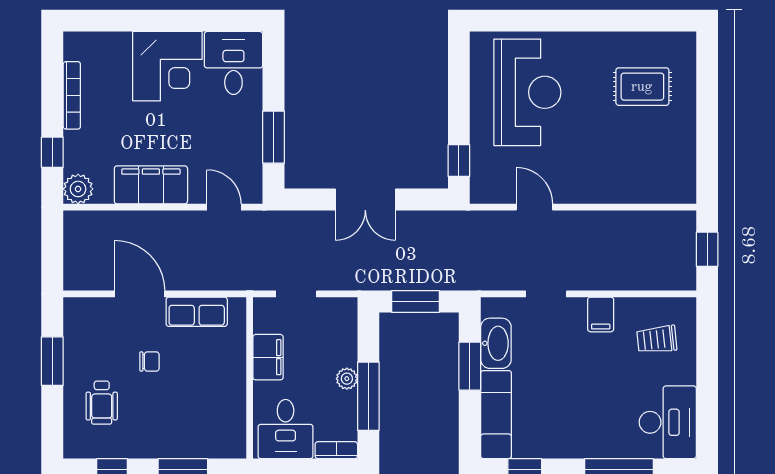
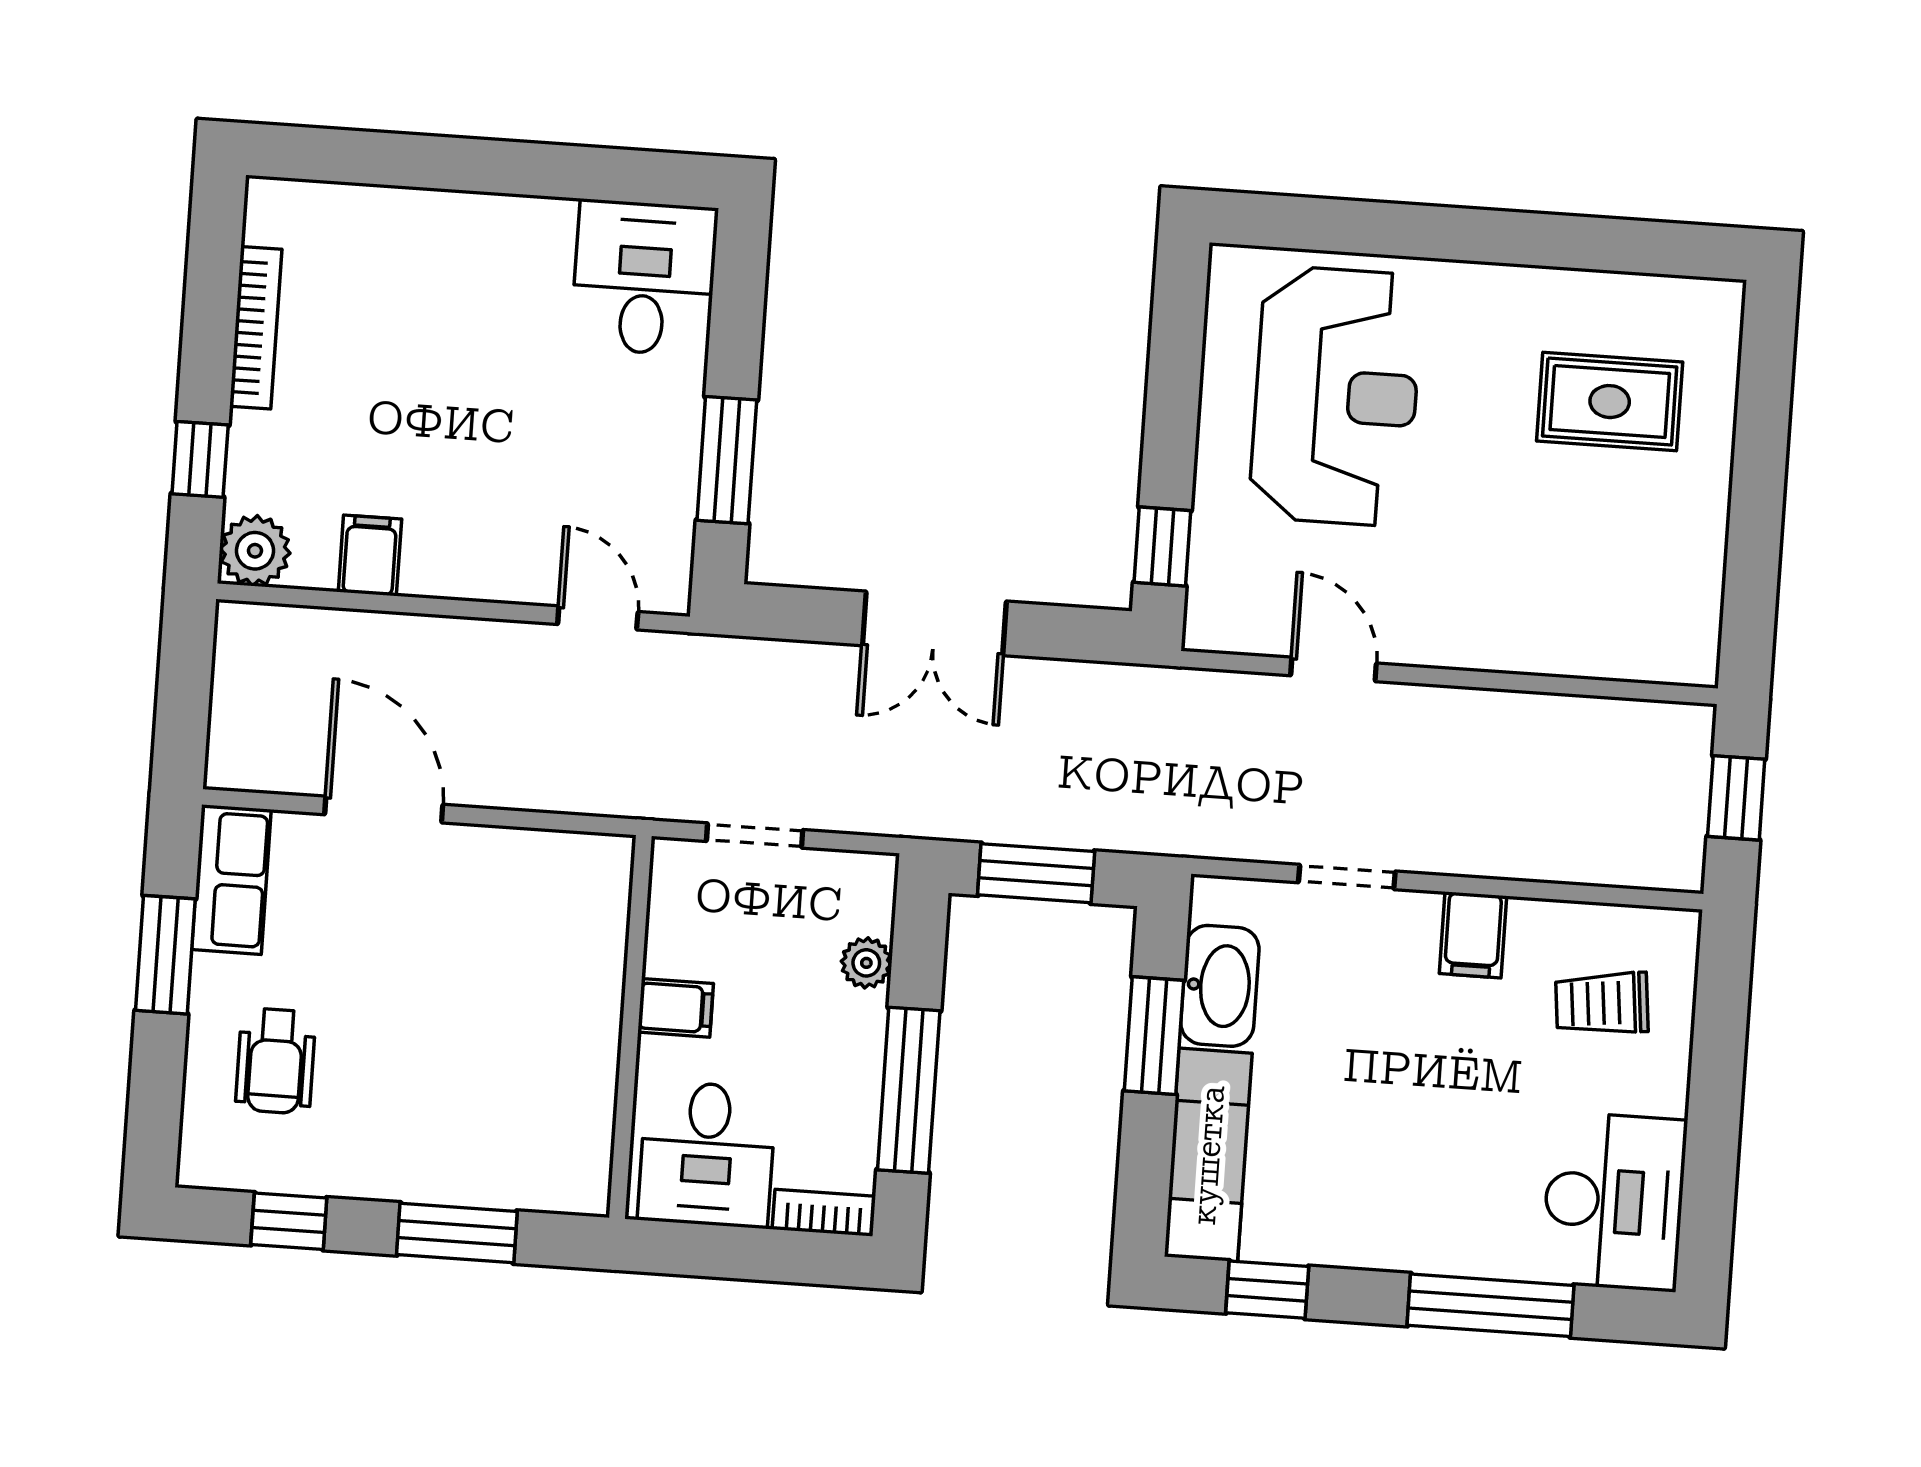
corner desk: (167, 66) -> (487, 275), removed
filing cabinet: (151, 185) -> (370, 555), width x0.33, depth x0.86
row of seats: (197, 312) -> (231, 880), moved, turned -90
filing cabinet: (268, 357) -> (676, 1008), width x0.50
chair: (149, 362) -> (396, 972), removed
plant: (347, 379) -> (866, 963), moved

